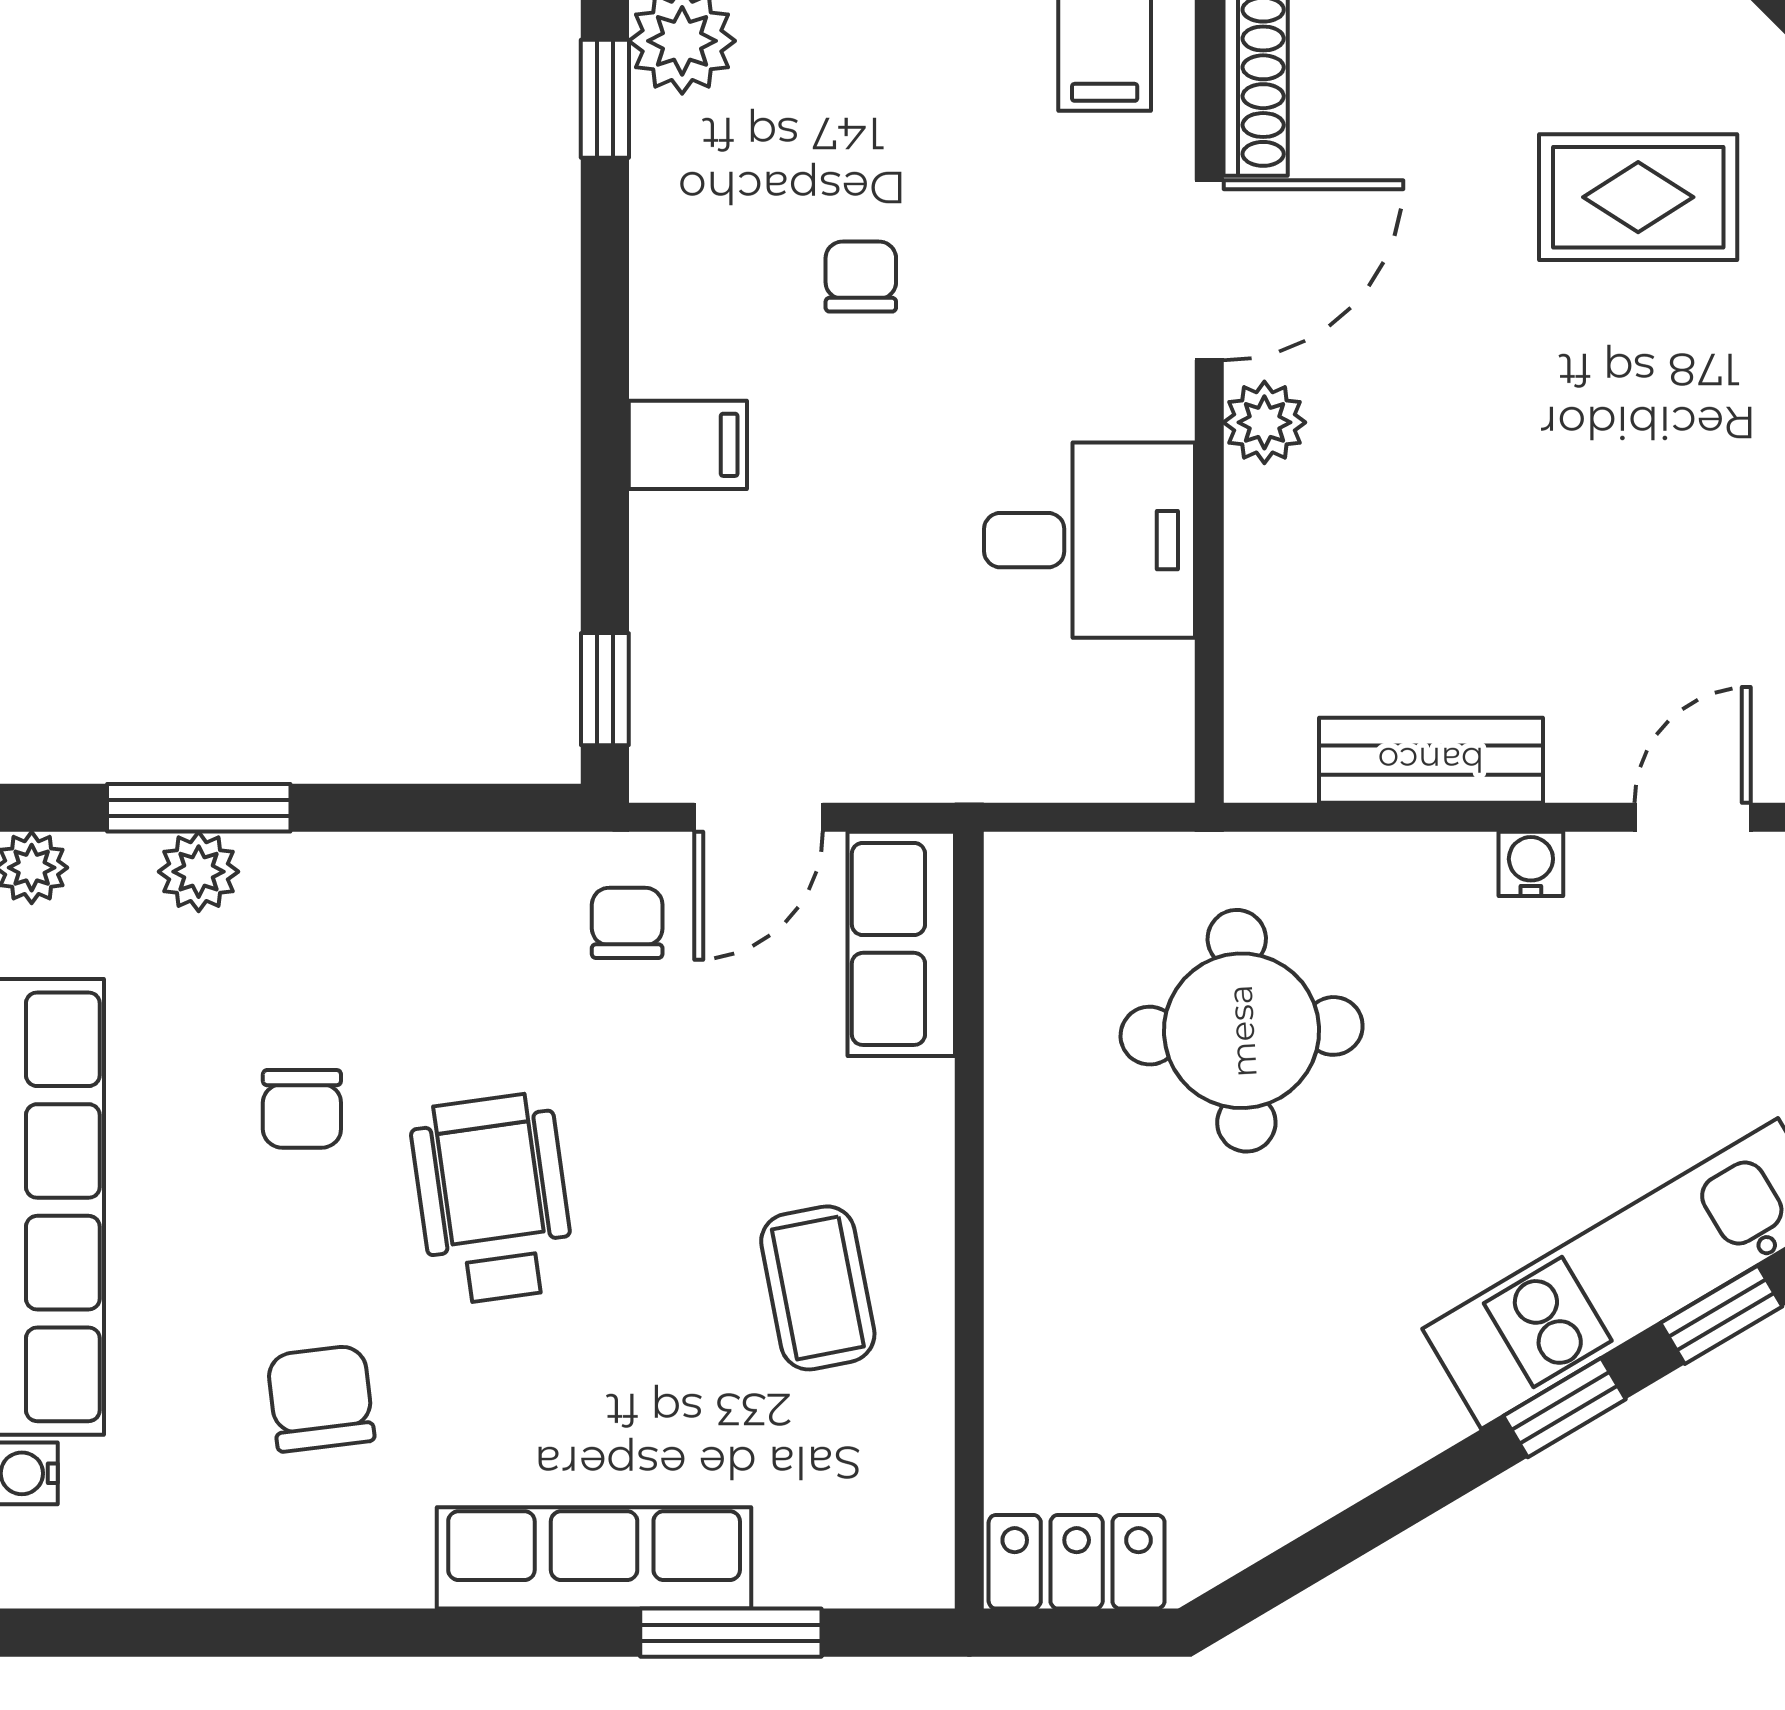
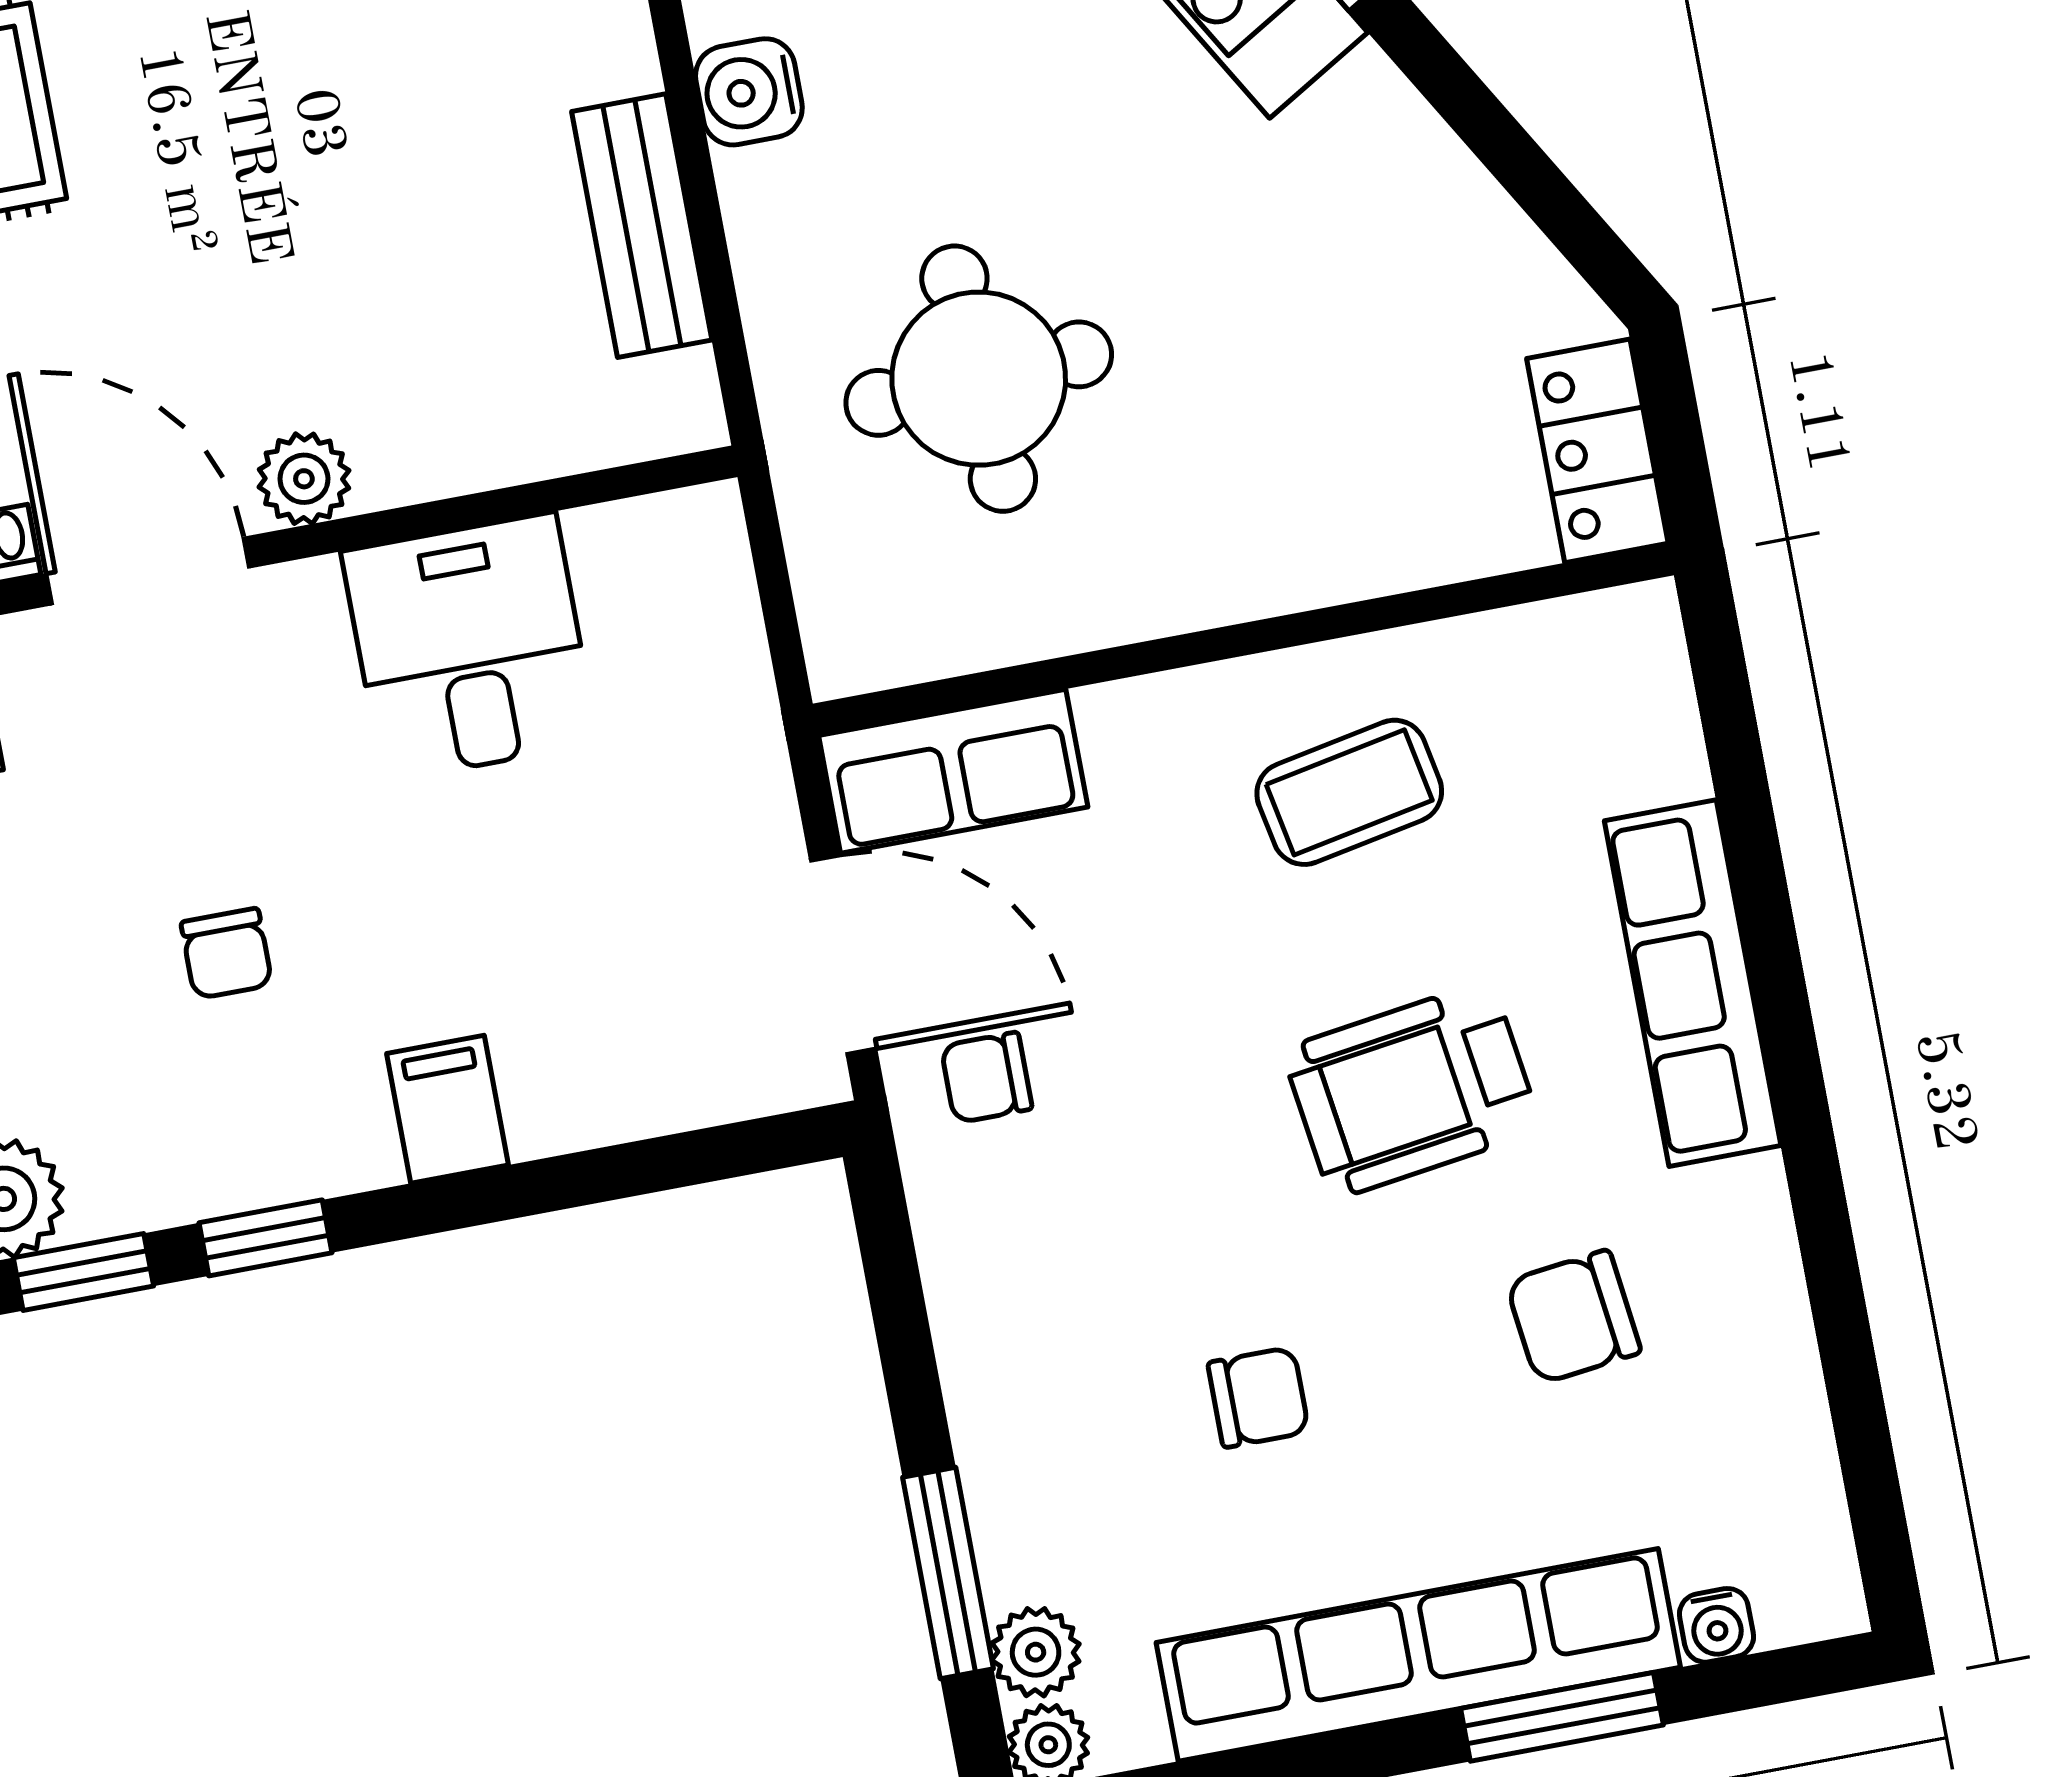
chair: (861, 277) -> (227, 953), turned -90
window: (605, 689) -> (265, 1238), moved
door: (759, 817) -> (843, 955), width x1.38
water cooler: (1531, 864) -> (749, 92), width x1.38, depth x1.38
plant: (199, 872) -> (1036, 1652), moved
wheelchair: (493, 1199) -> (1412, 1090), moved
window: (731, 1633) -> (1747, 817), removed

